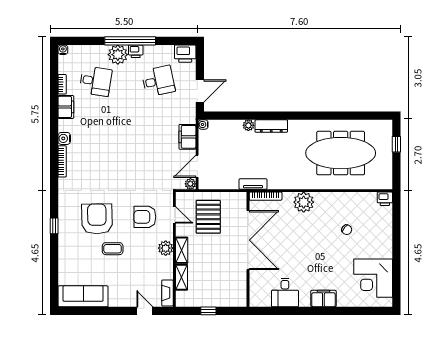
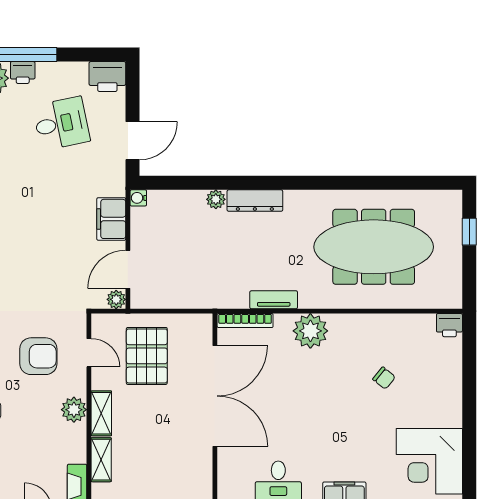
tv unit: (253, 184) -> (274, 300), moved
armchair: (145, 217) -> (38, 356), turned 180

